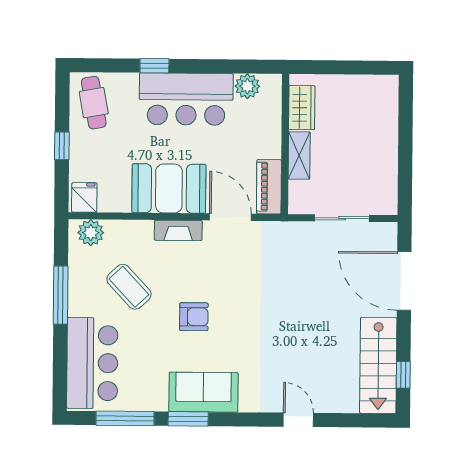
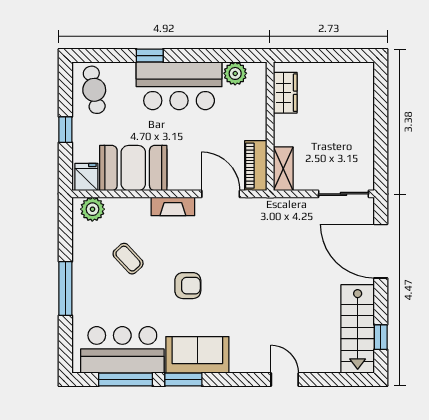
shelving: (299, 155) -> (283, 169), moved
booth: (169, 189) -> (133, 168), moved
sliding door: (342, 218) -> (343, 194), moved
coffee table: (129, 287) -> (128, 259), width x0.73, depth x0.77
window: (61, 295) -> (65, 288), moved
bar counter: (92, 363) -> (122, 350), moved, turned -90

